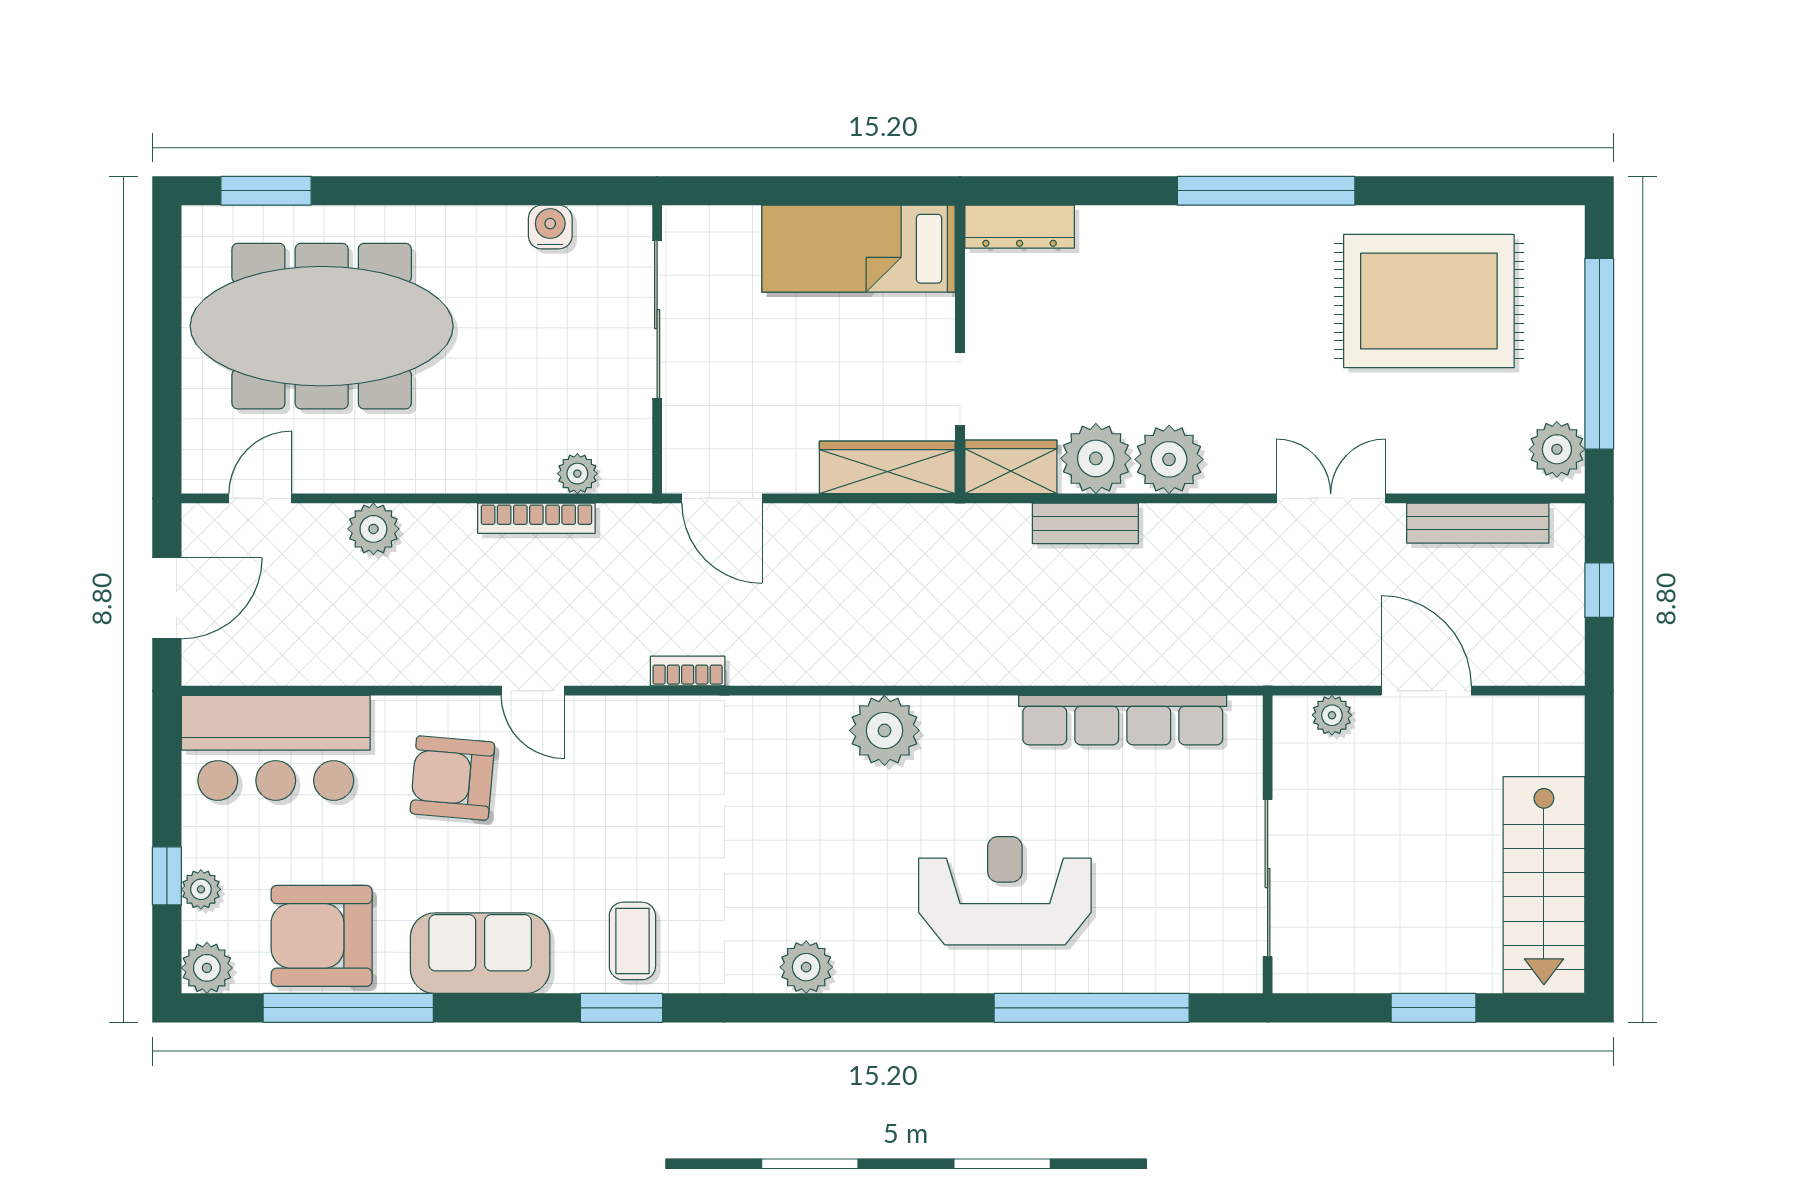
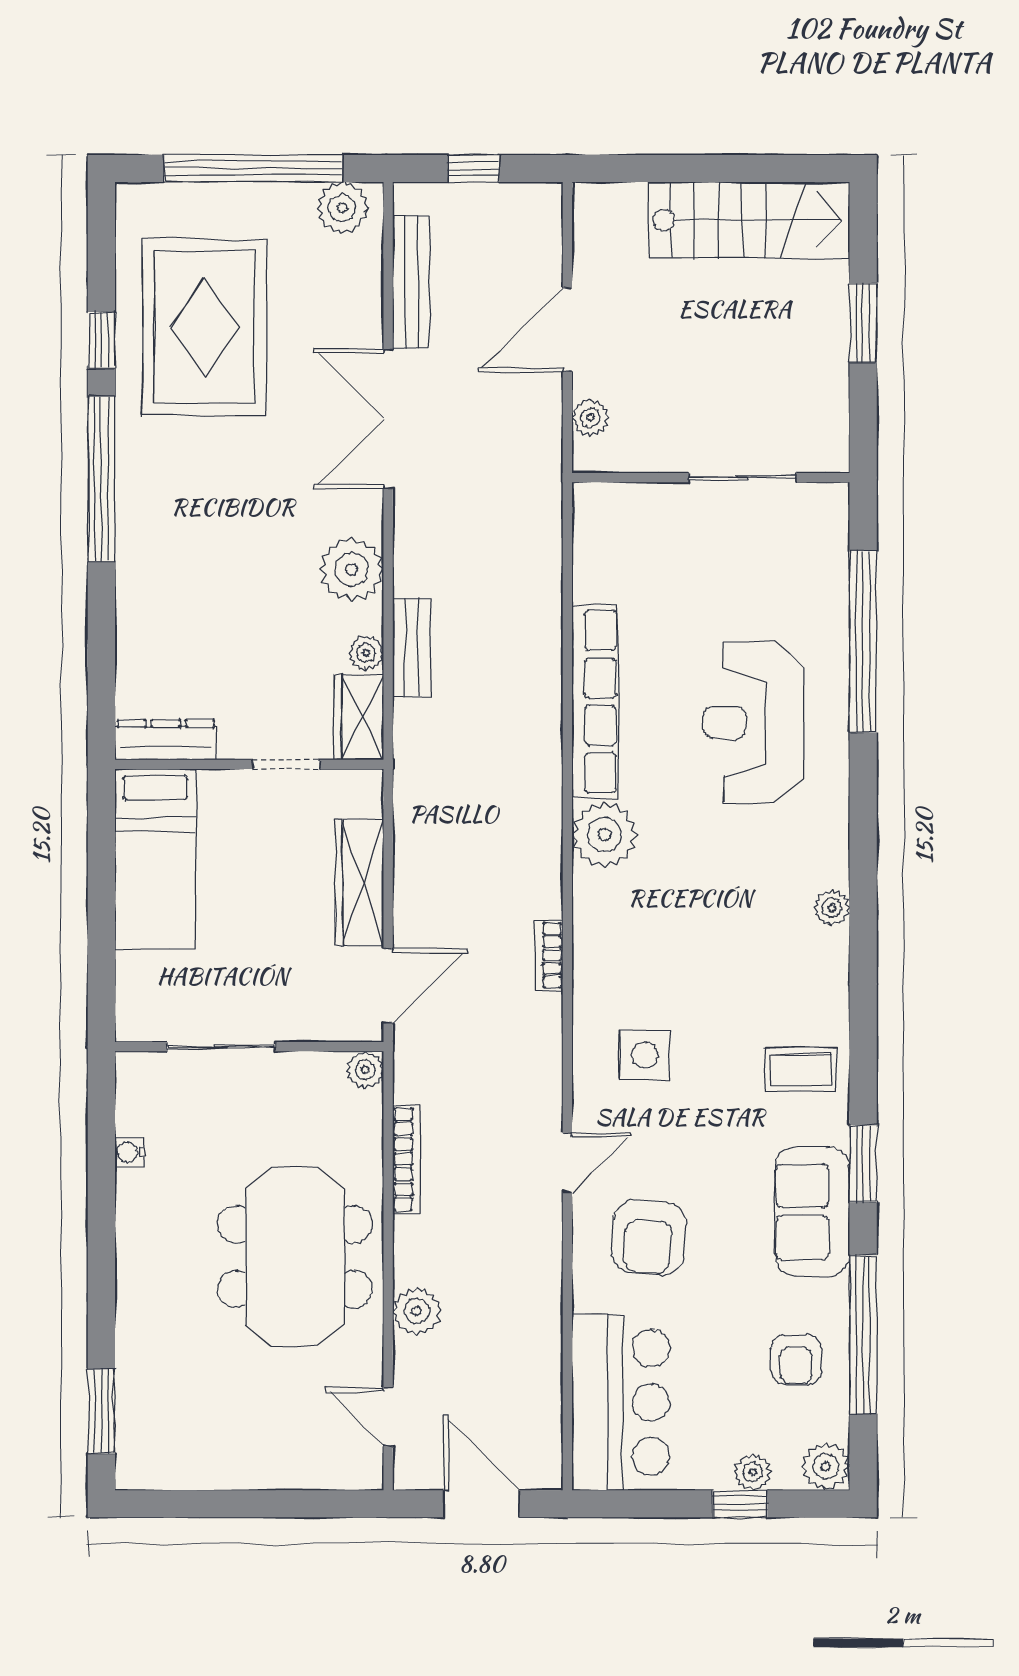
window: (1415, 191) -> (101, 340), added
water cooler: (550, 227) -> (130, 1152), width x0.72, depth x0.72
dresser: (1020, 227) -> (166, 740), moved, turned -90
sliding door: (657, 319) -> (221, 1047), width x0.73
meeting table: (322, 326) -> (295, 1257), moved, width x0.73
plant: (1096, 458) -> (366, 653), width x0.53, depth x0.53
wardrobe: (887, 467) -> (359, 883), moved
plant: (577, 474) -> (365, 1070), moved
double door: (1331, 498) -> (388, 419), width x1.37
bookcase: (688, 671) -> (549, 955), moved
row of seats: (1123, 720) -> (595, 702), moved
side table: (648, 774) -> (645, 1055), added
sliding door: (1268, 878) -> (742, 478), width x0.73
armchair: (322, 936) -> (796, 1359), width x0.53, depth x0.53
plant: (806, 967) -> (832, 908), width x0.73, depth x0.73
window: (621, 1008) -> (863, 1164), moved

